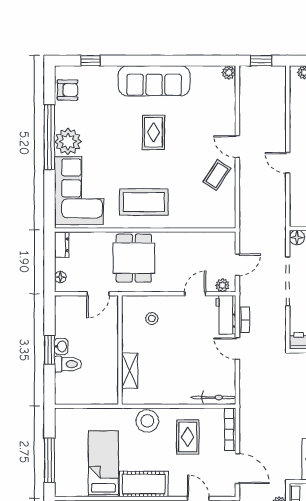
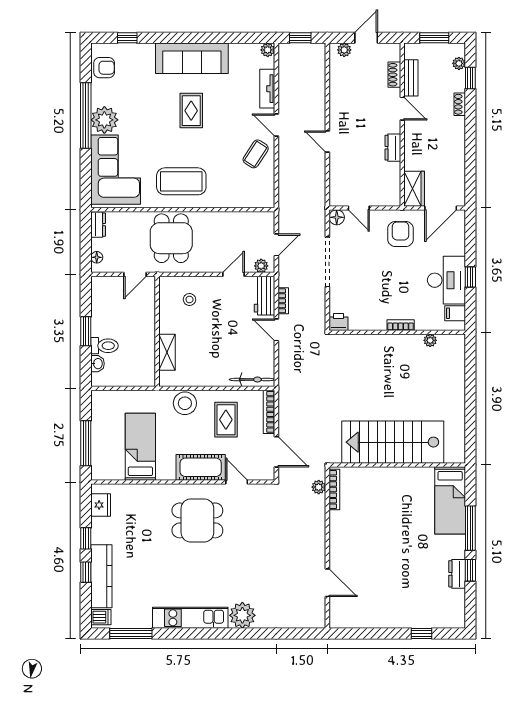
tv unit: (228, 111) -> (267, 89), added
washbasin: (61, 346) -> (98, 364), moved
cot: (144, 484) -> (201, 467), moved

